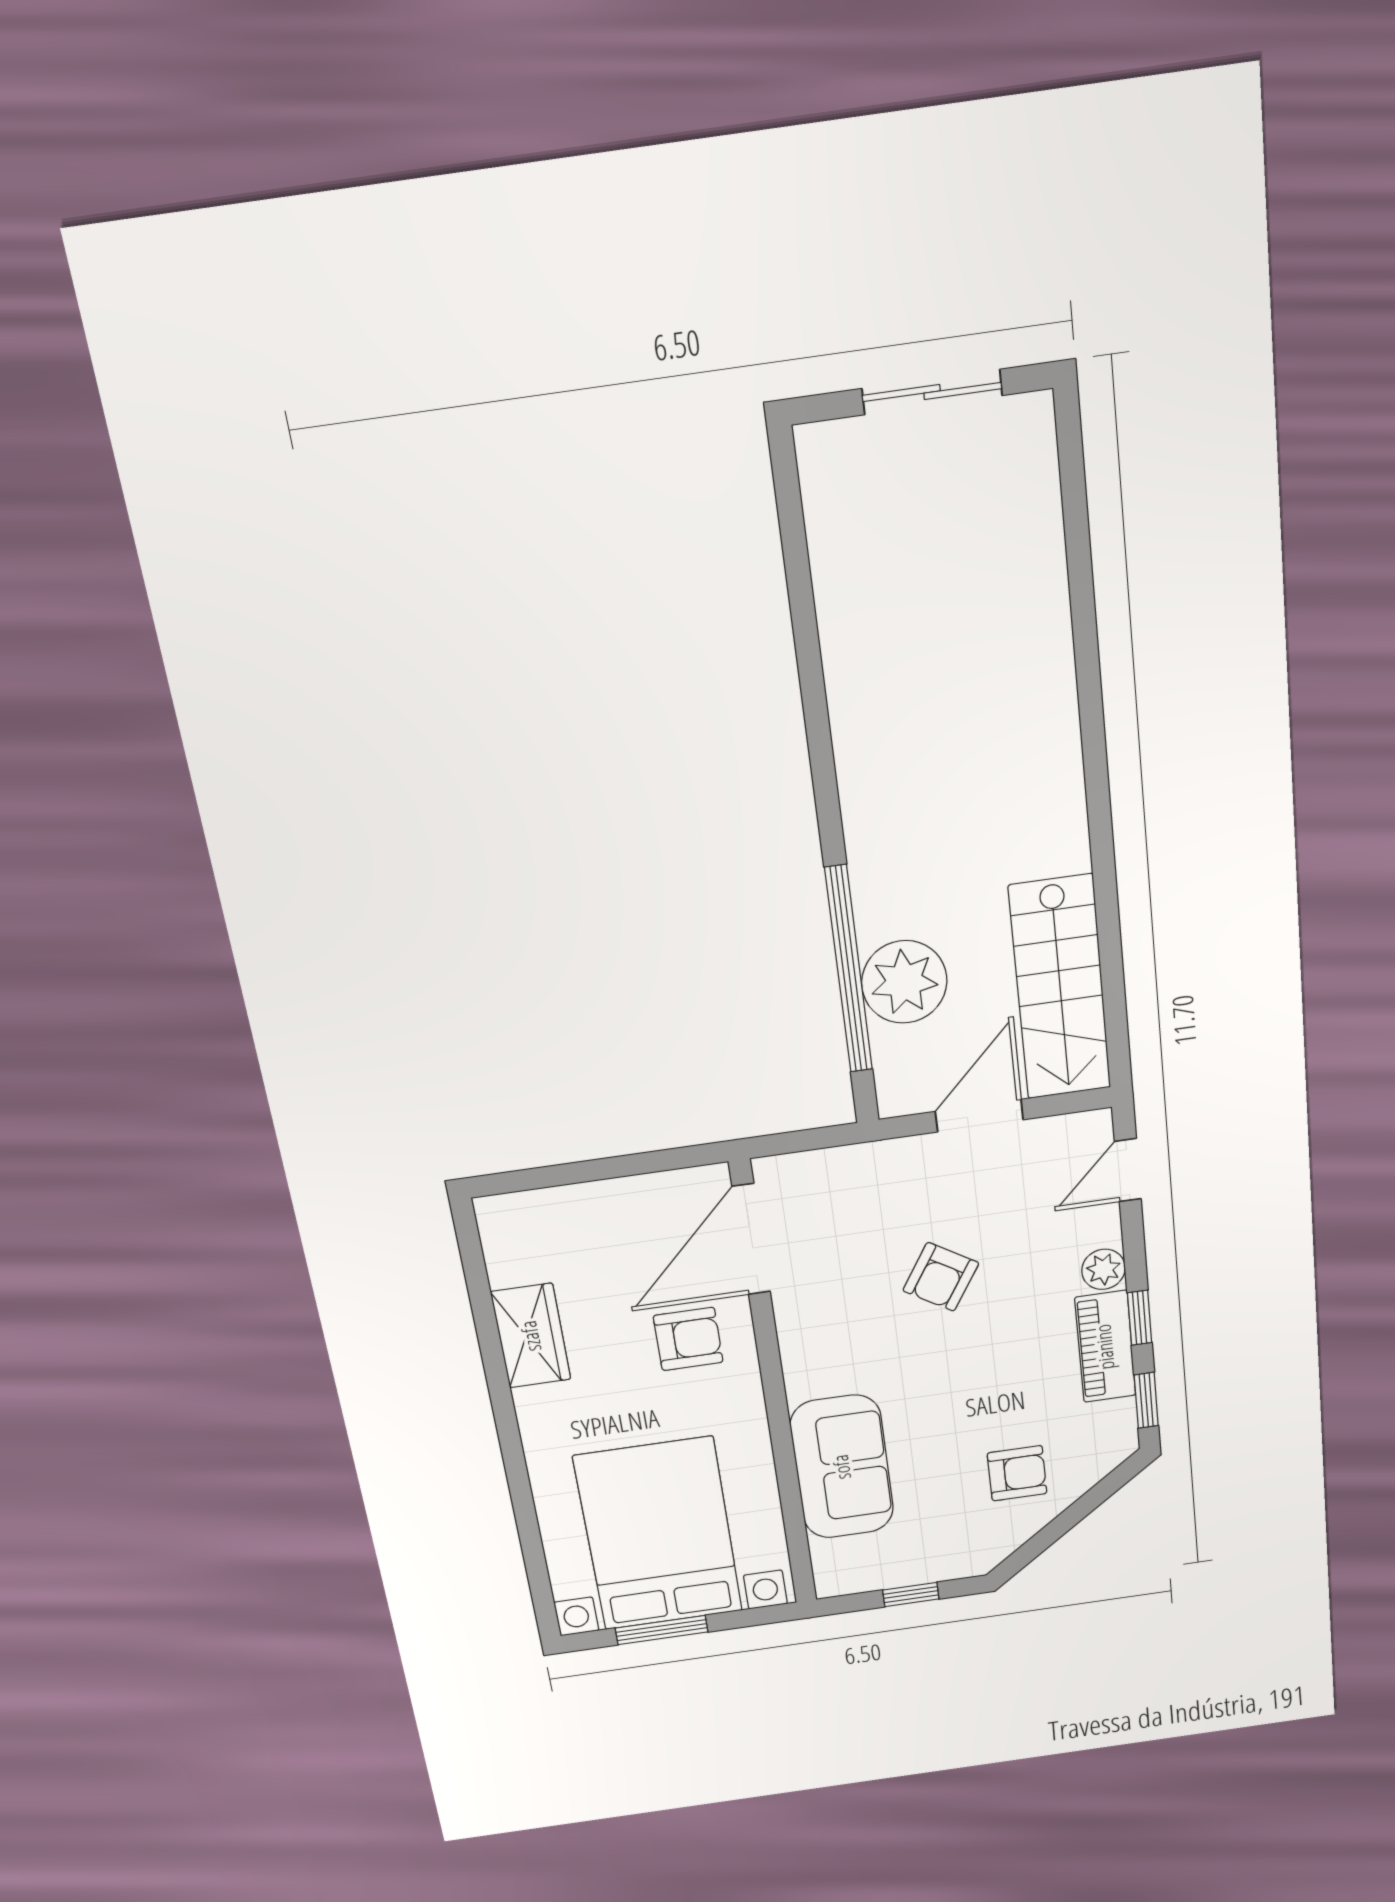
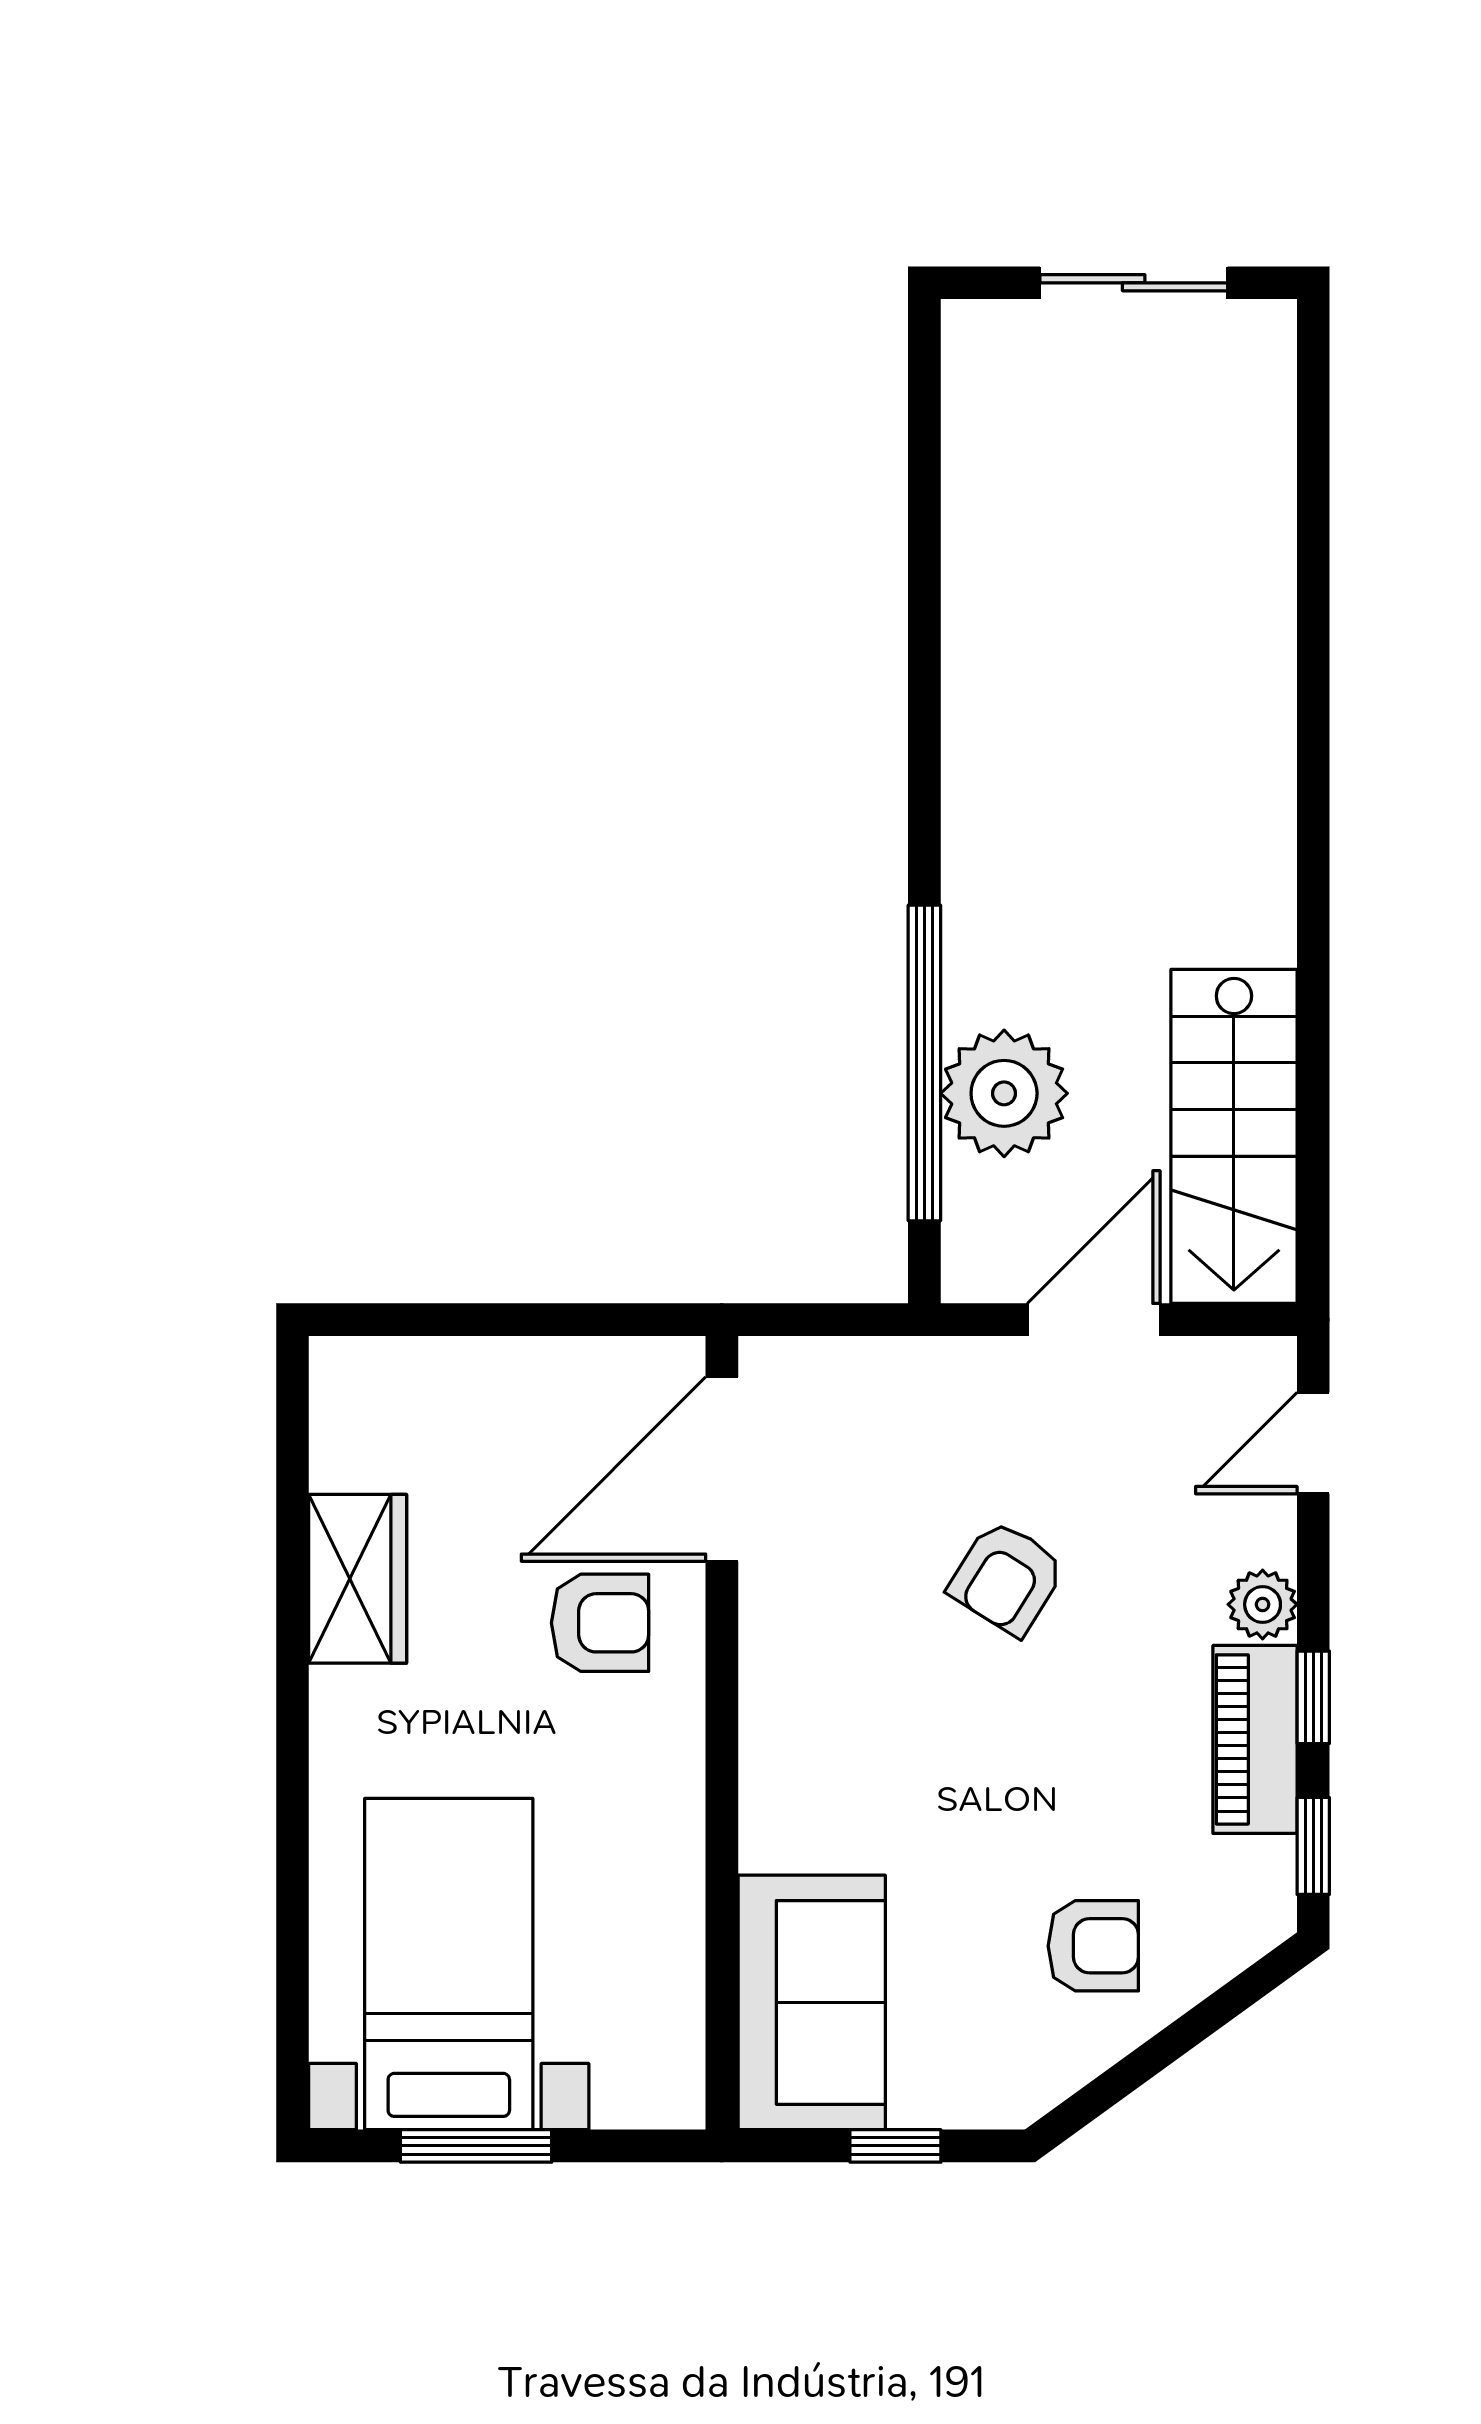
sofa: (842, 1467) -> (812, 2002), moved
bed with nightstands: (658, 1534) -> (449, 1964), width x0.73

